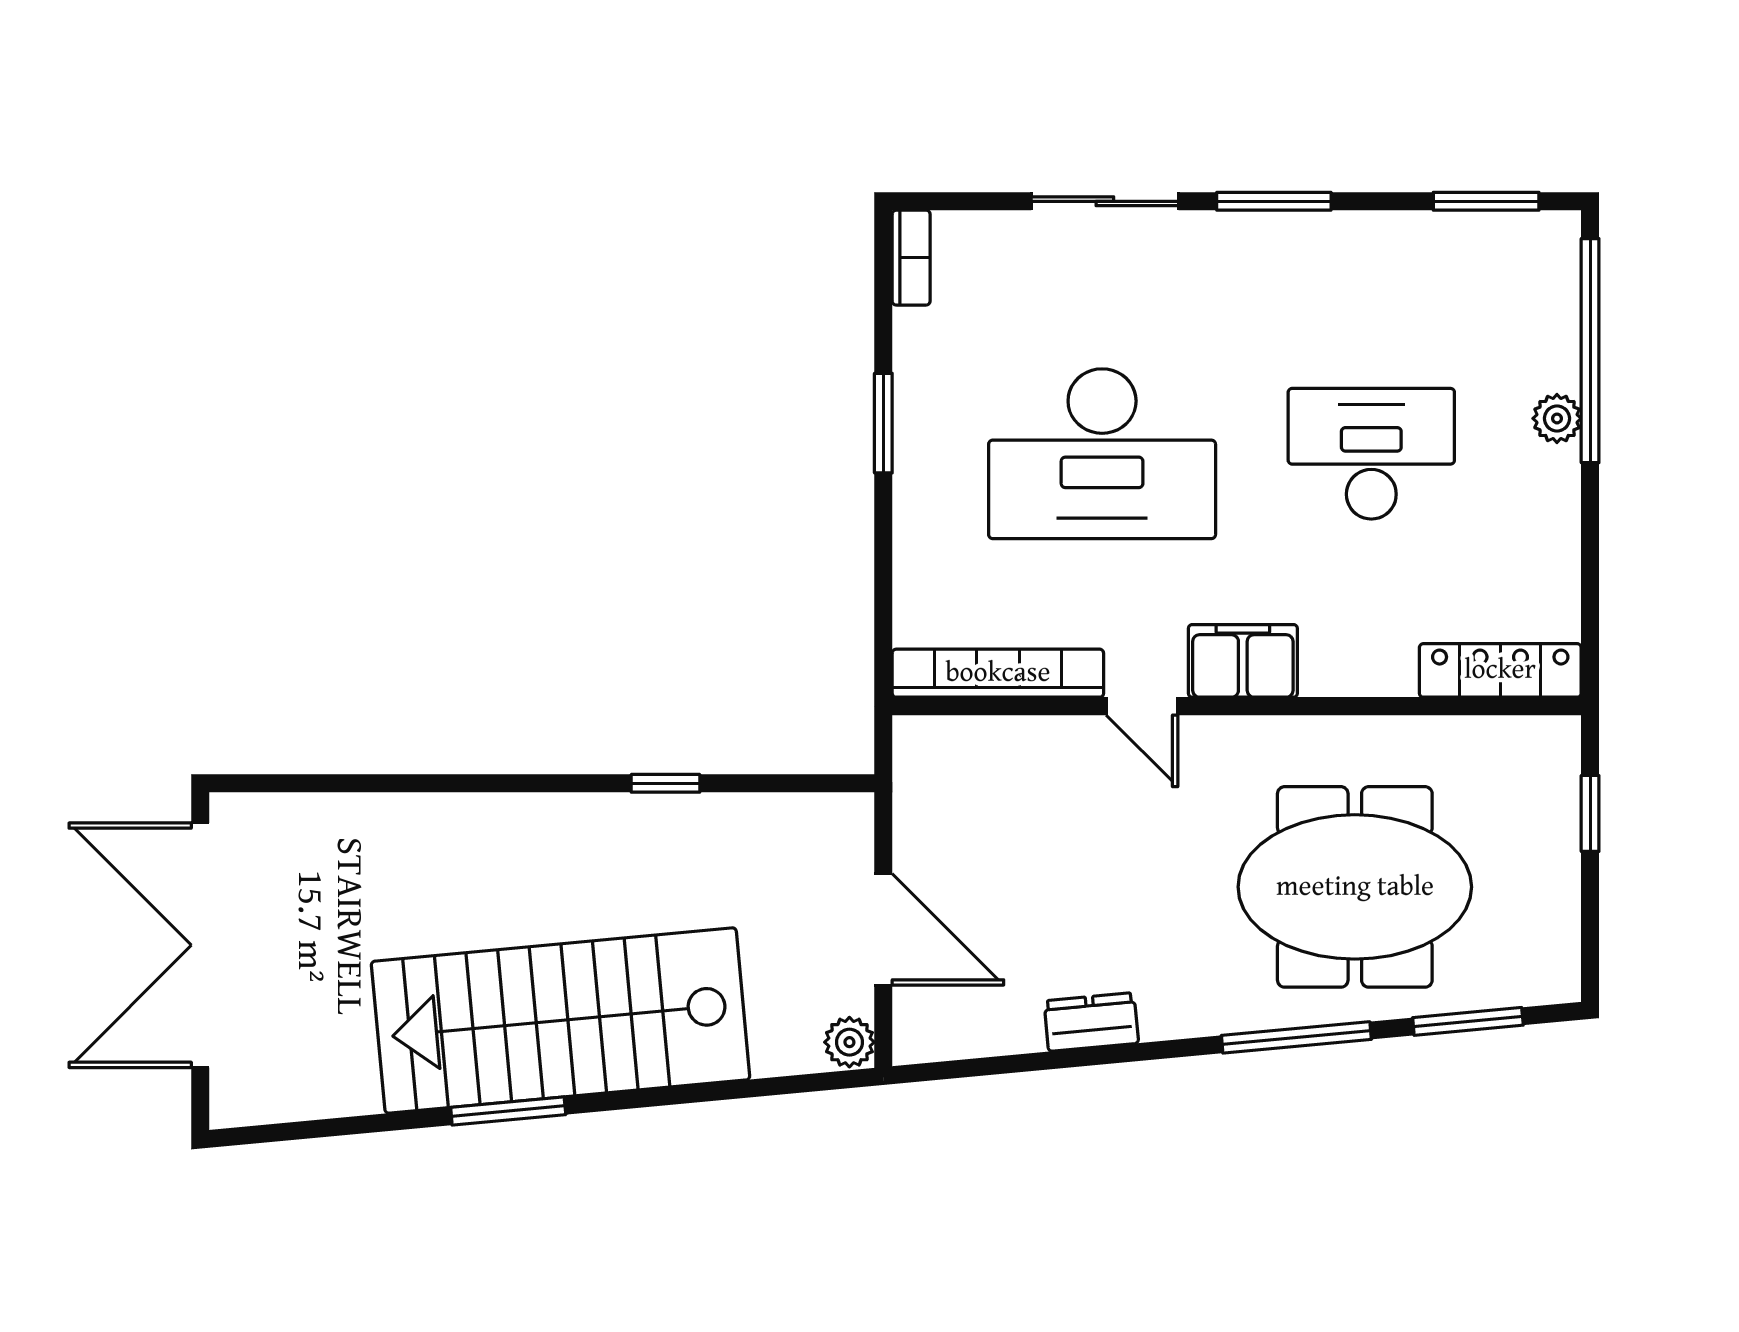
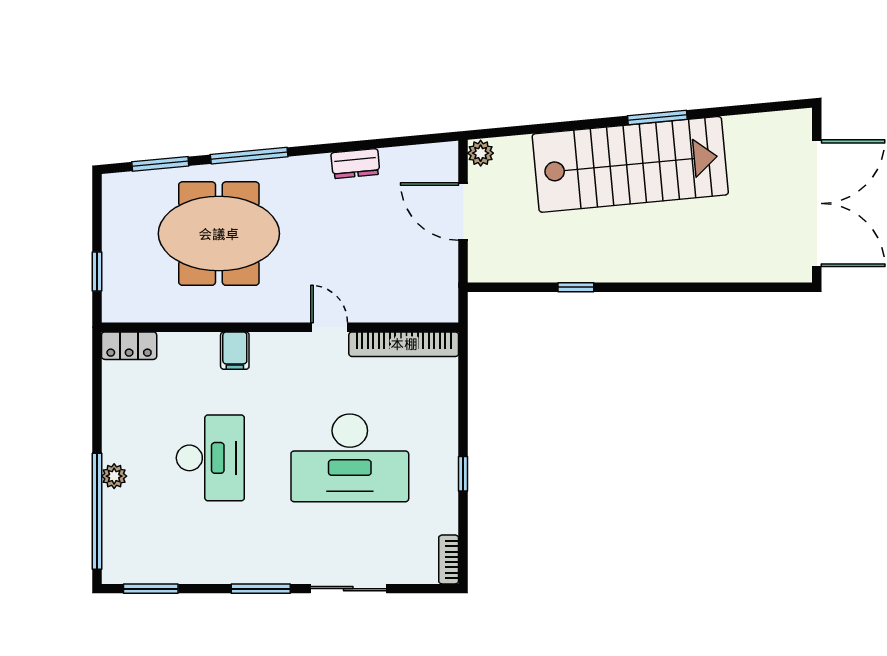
window: (883, 423) -> (463, 474), width x0.67
desk: (1102, 454) -> (350, 458), turned 180
desk: (1371, 454) -> (210, 458), turned -90
filing cabinet: (1243, 661) -> (235, 351), moved, width x0.50
locker: (1500, 670) -> (129, 346), width x0.66

